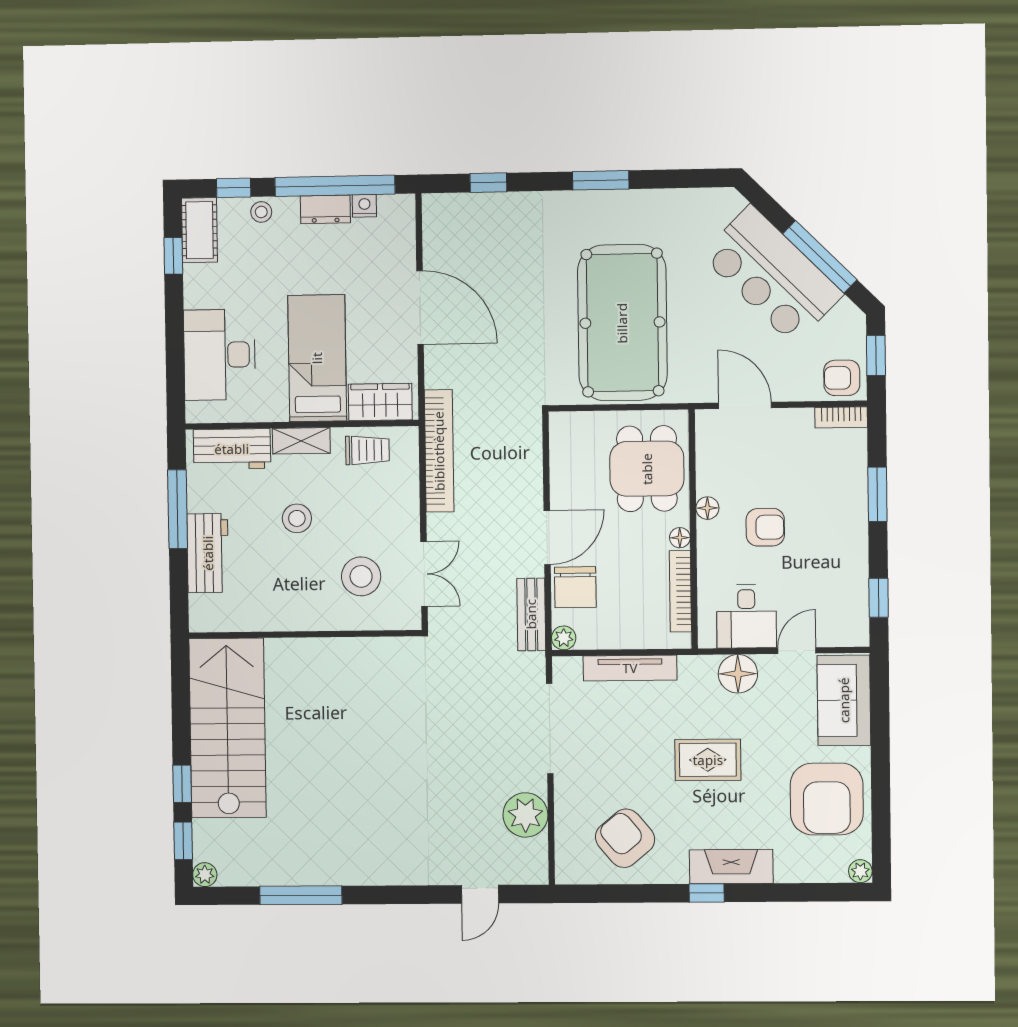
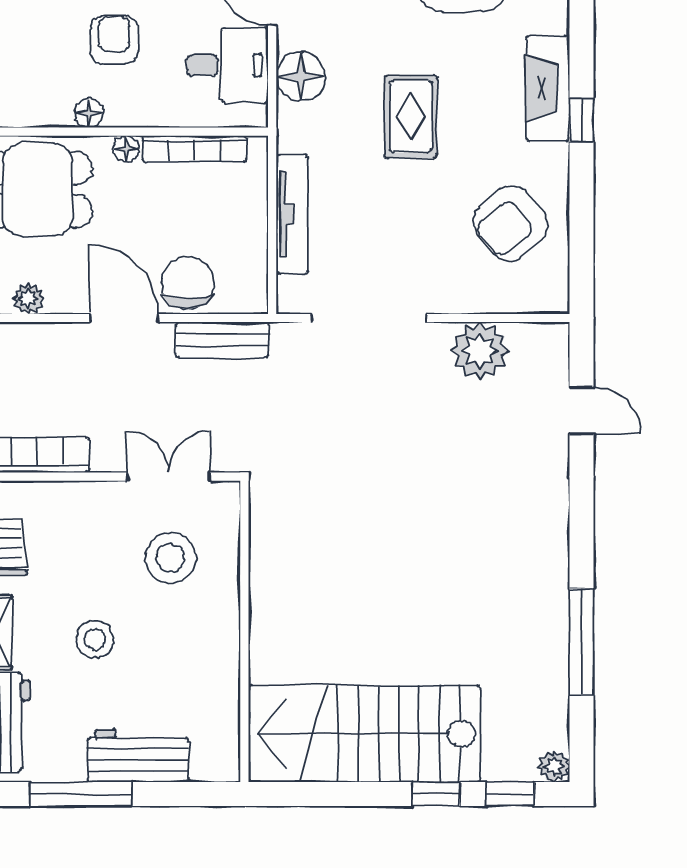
chair: (575, 587) -> (188, 283), turned -90
plant: (564, 638) -> (28, 299), moved

